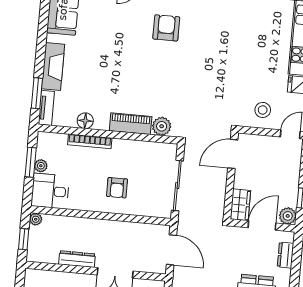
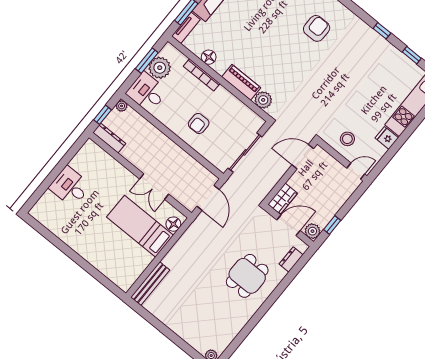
plant: (41, 166) -> (160, 68), width x1.88, depth x1.88
dresser: (77, 259) -> (109, 138), moved

